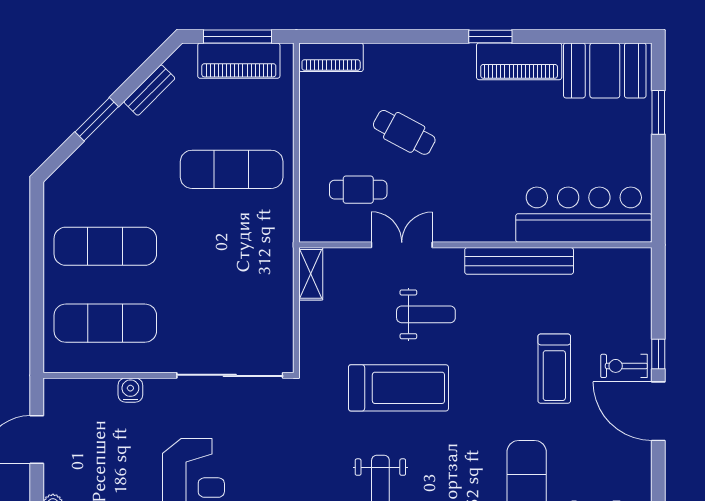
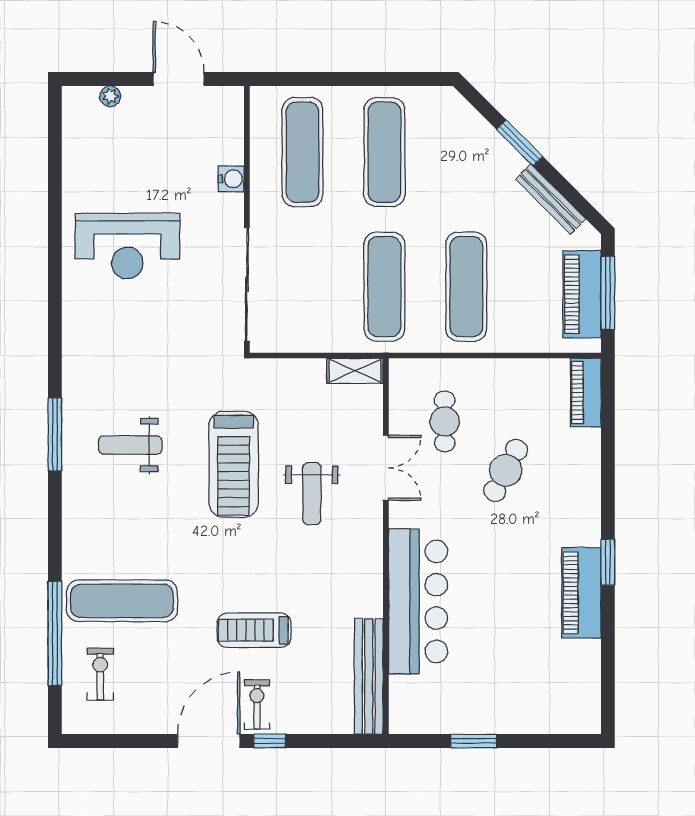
booth: (605, 70) -> (572, 684), removed
bench: (149, 90) -> (551, 199), width x1.36
window: (658, 112) -> (474, 741), moved
bar counter: (584, 215) -> (418, 601), moved
exercise mat: (232, 246) -> (384, 287), added
bench: (519, 261) -> (369, 676), moved

